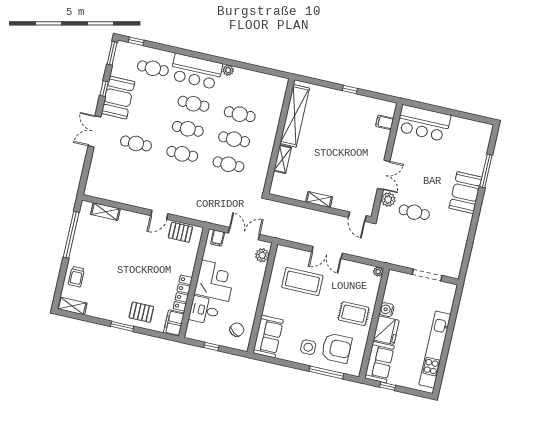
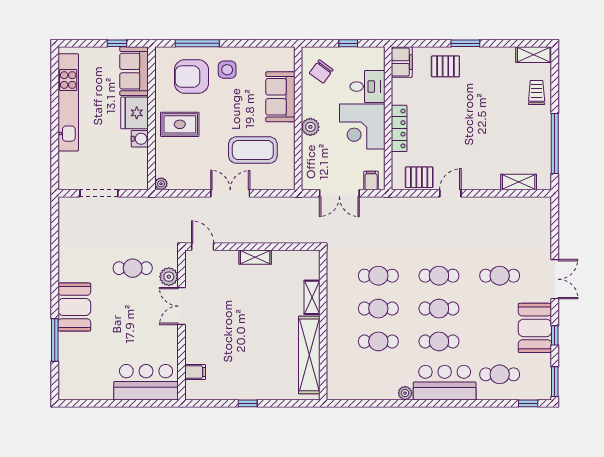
plant: (262, 255) -> (310, 127), moved
locker: (183, 293) -> (399, 128), moved
sofa: (268, 336) -> (280, 97), moved

